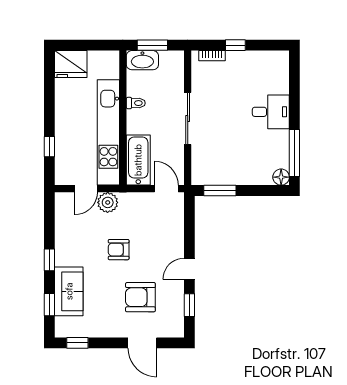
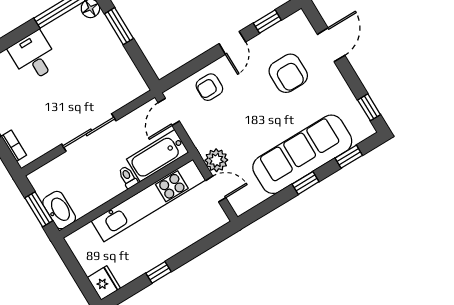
fridge: (71, 64) -> (104, 283), width x0.73, depth x0.75
toilet: (136, 103) -> (128, 177), moved
window: (49, 147) -> (158, 272), moved
window: (220, 190) -> (119, 26), moved
armchair: (119, 250) -> (209, 87), moved, turned 90
door: (189, 269) -> (232, 43), hinge flipped
sofa: (69, 291) -> (302, 154), width x1.85, depth x1.27

